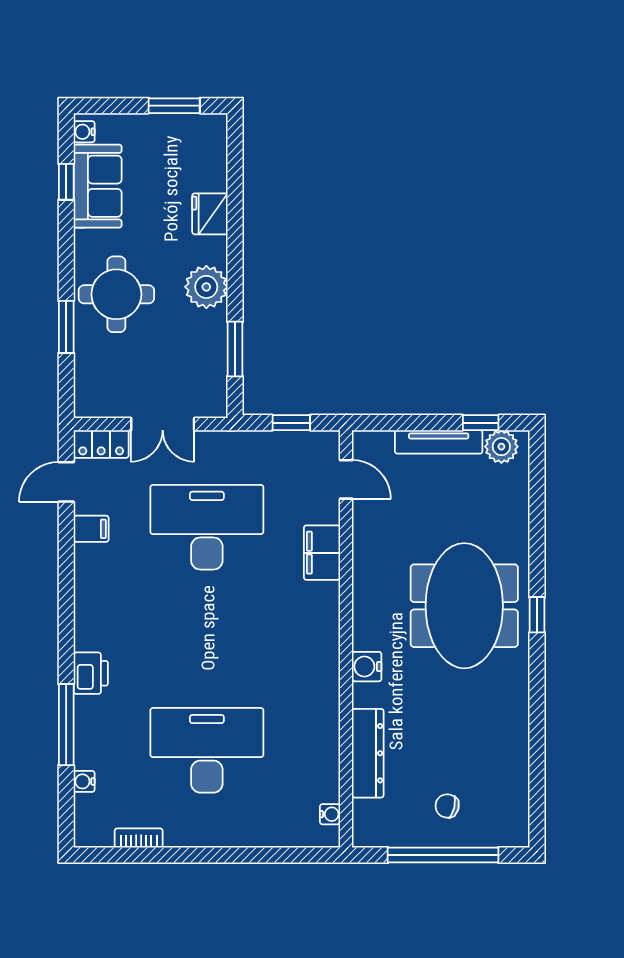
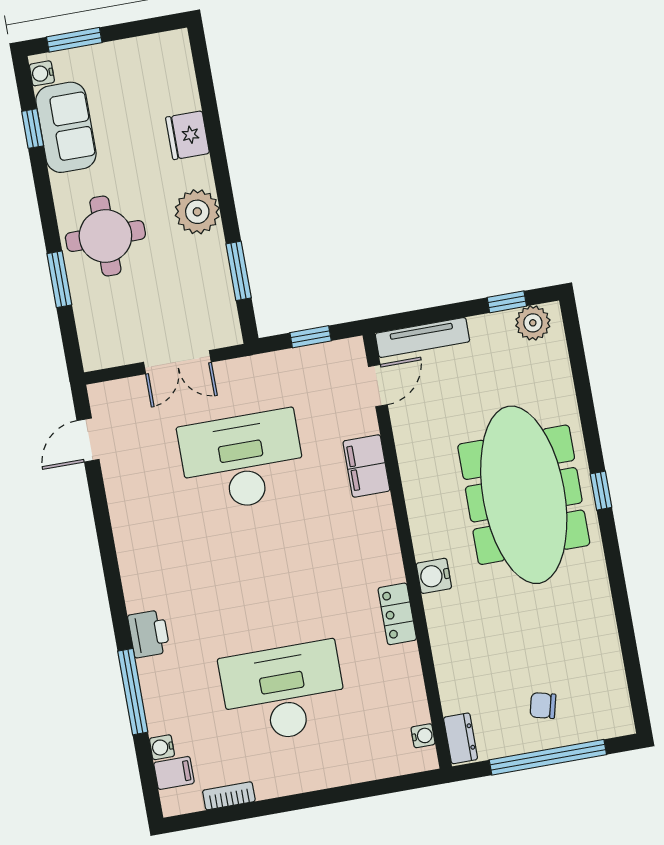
window: (174, 106) -> (74, 40), moved
tv unit: (439, 442) -> (422, 337), moved
locker: (101, 444) -> (397, 614), moved, turned 90
door: (346, 479) -> (378, 386), hinge flipped
filing cabinet: (91, 529) -> (174, 773), moved
meeting table: (464, 606) -> (524, 495), width x1.36
dresser: (368, 753) -> (461, 738), moved, width x0.51, depth x0.80

